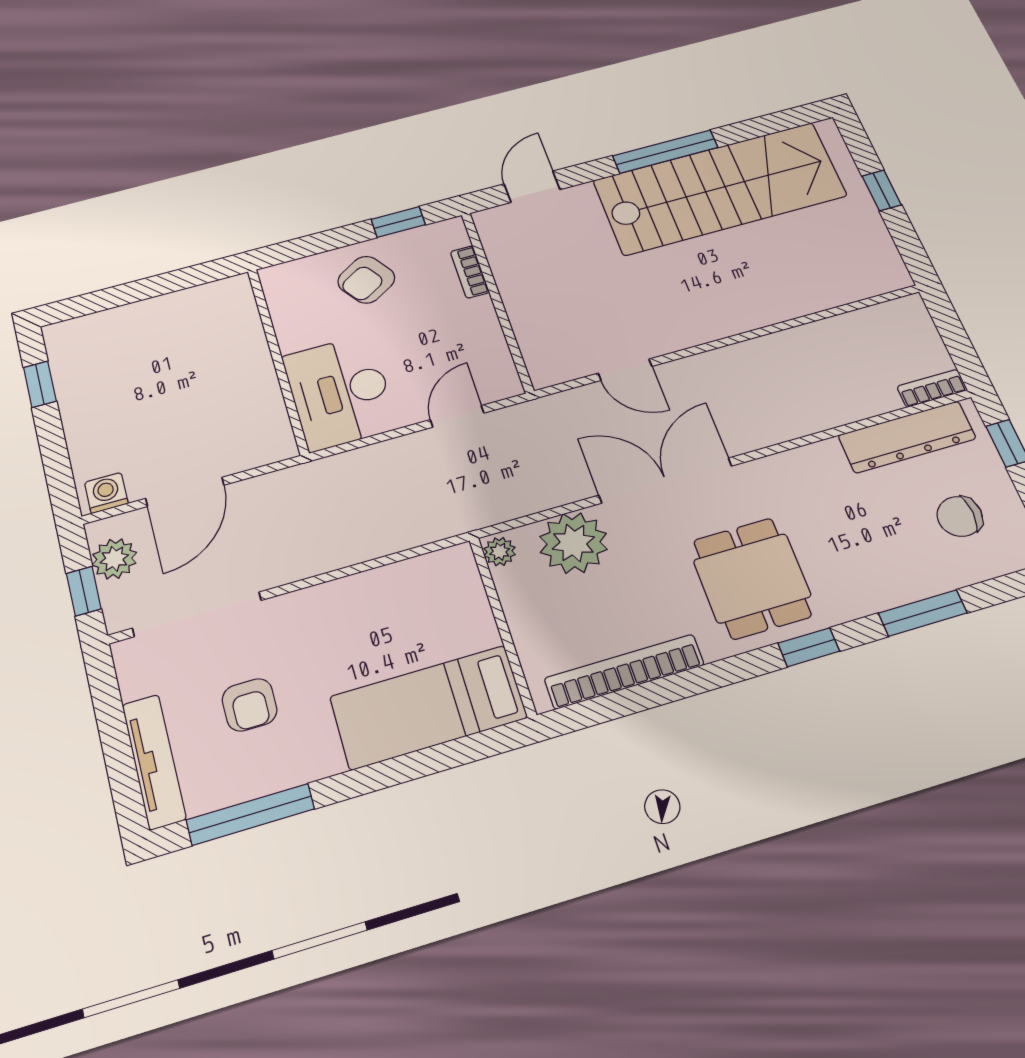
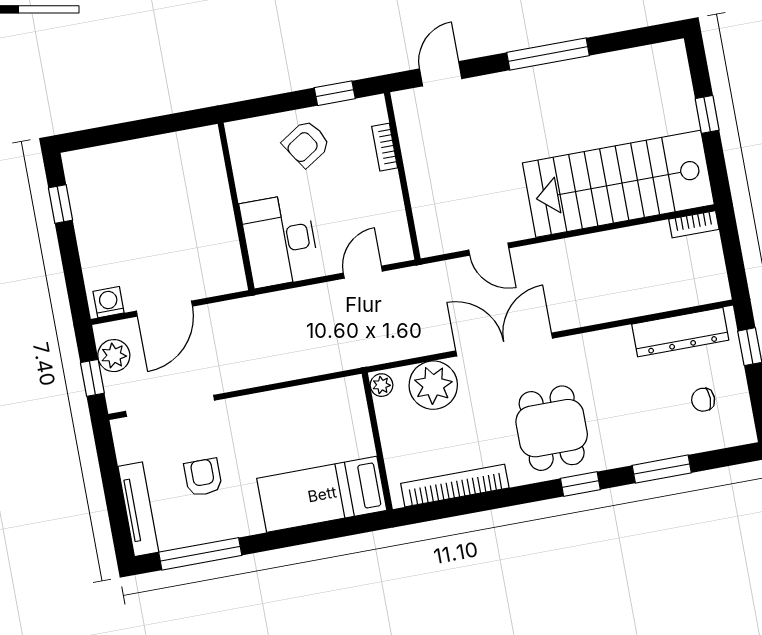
stairs: (720, 188) -> (618, 184), moved, turned 180
bookcase: (932, 388) -> (694, 224), moved, turned 180
chair: (960, 516) -> (703, 400), width x0.73, depth x0.73
armchair: (250, 705) -> (203, 477), turned 180

